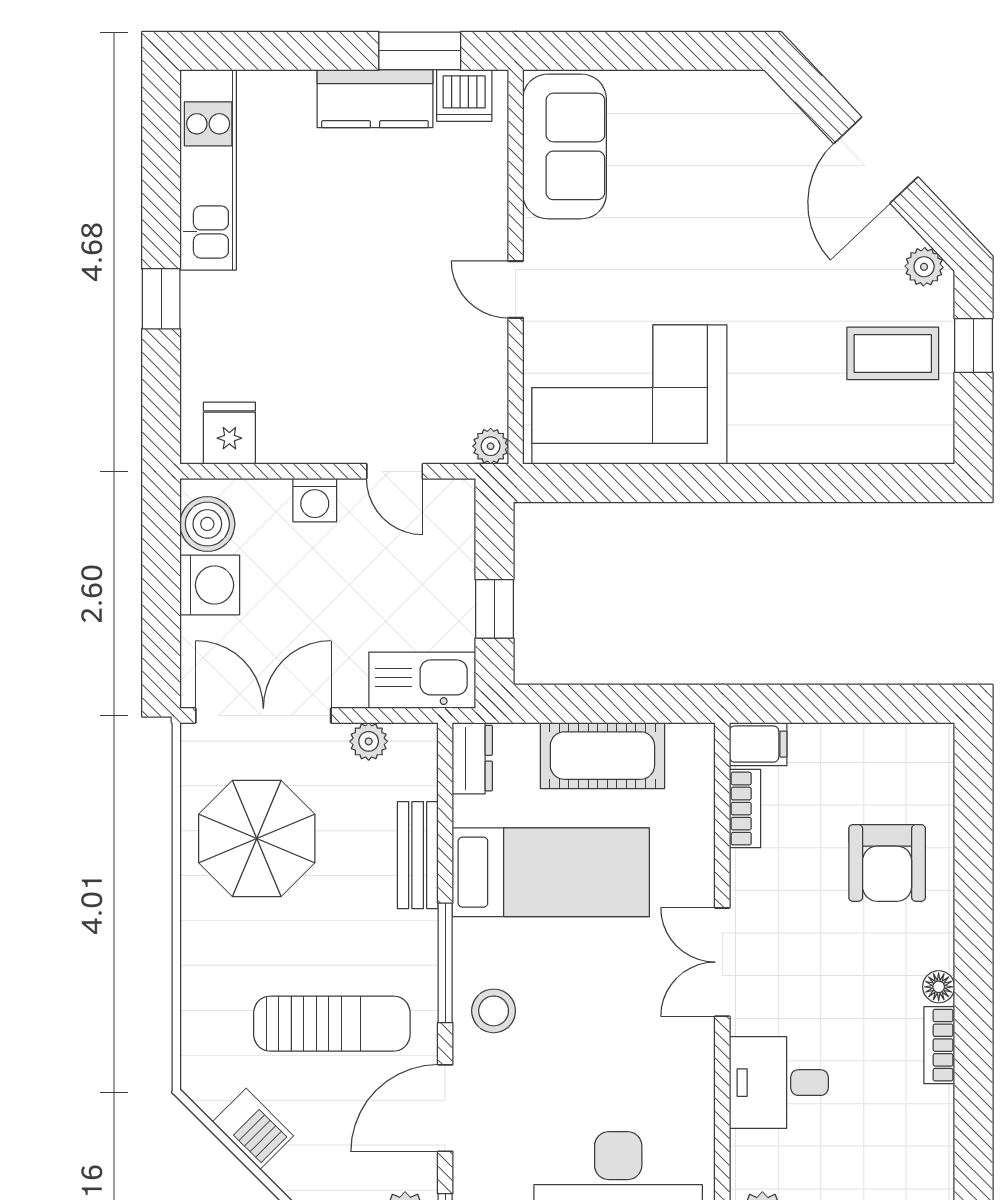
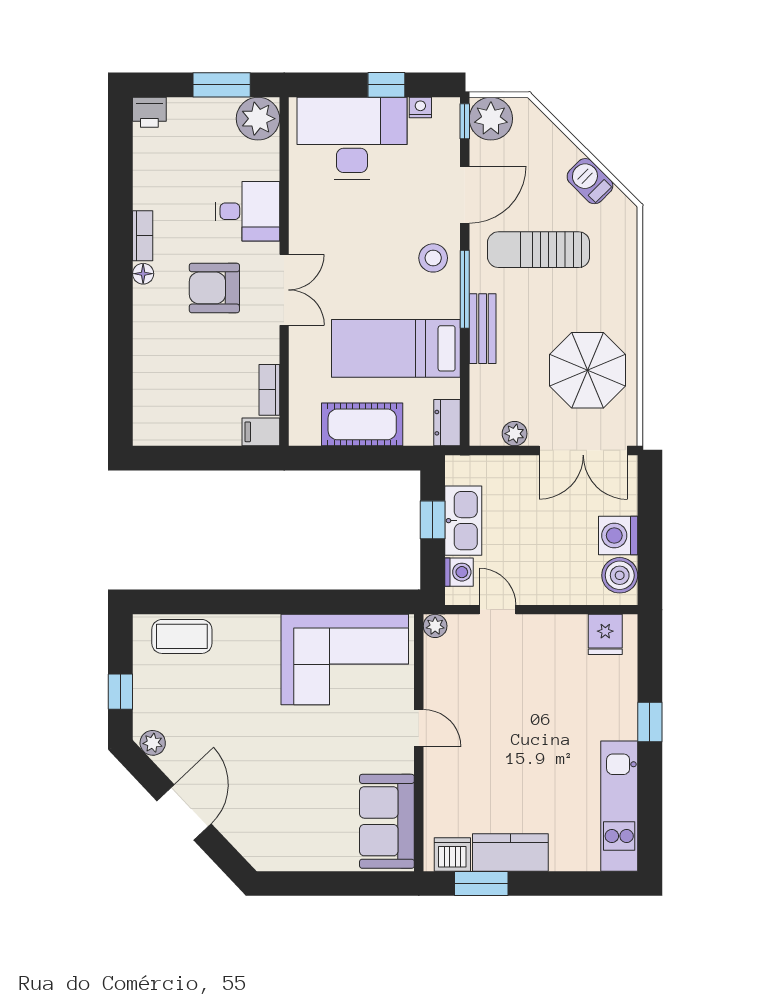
coffee table: (893, 353) -> (182, 636), moved
washing machine: (315, 500) -> (459, 572), moved, turned 90
kitchen sink: (422, 680) -> (463, 521), moved, turned -90
bench: (418, 855) -> (483, 329), moved
armchair: (887, 863) -> (214, 288), moved, turned -90

